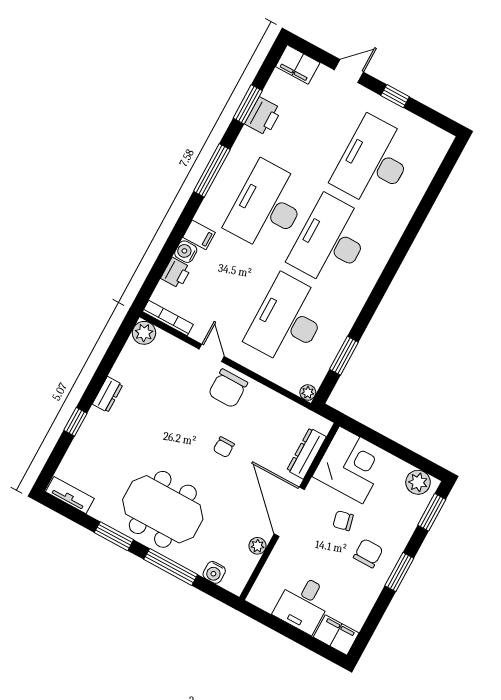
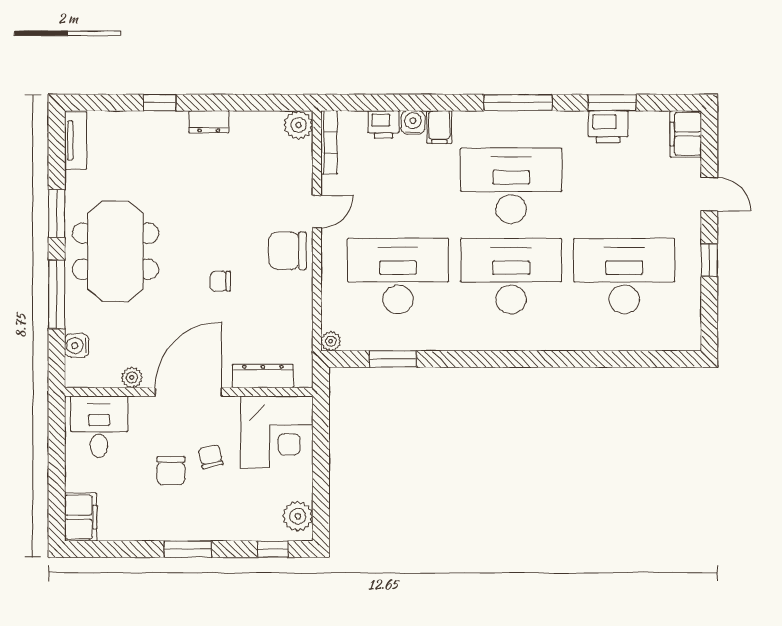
window: (432, 512) -> (273, 549), width x0.67
chair: (368, 553) -> (171, 471), moved, turned 90
desk: (303, 604) -> (99, 427), moved, turned 90

